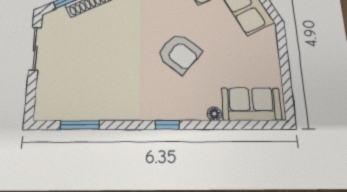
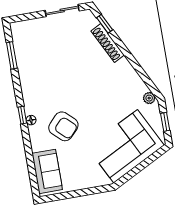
armchair: (179, 53) -> (63, 126), moved, turned -87
floor lamp: (214, 114) -> (31, 120), moved

